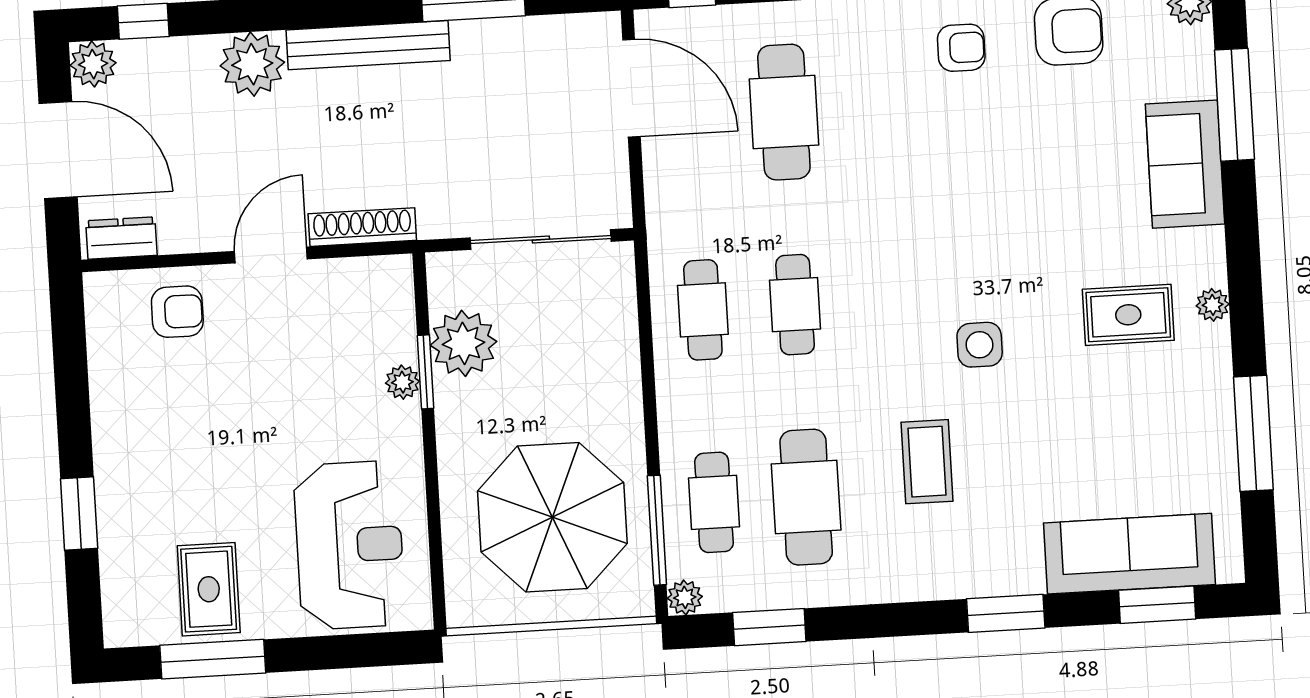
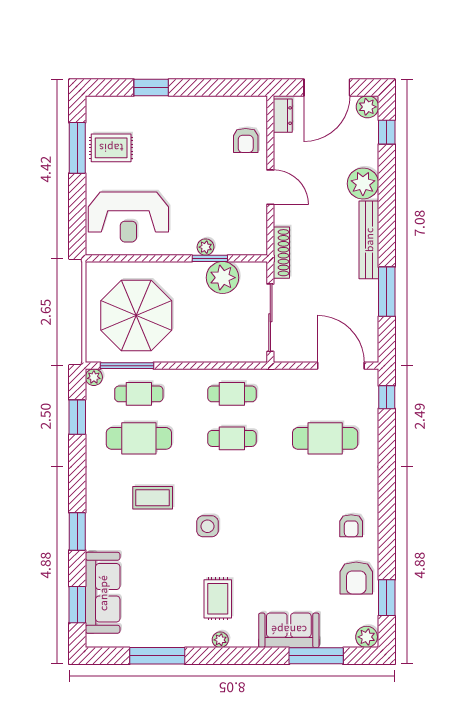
door: (631, 88) -> (341, 366), swing flipped
shoe rack: (362, 227) -> (281, 253), moved

